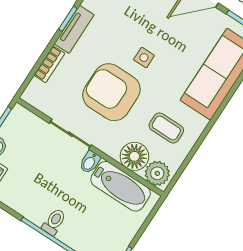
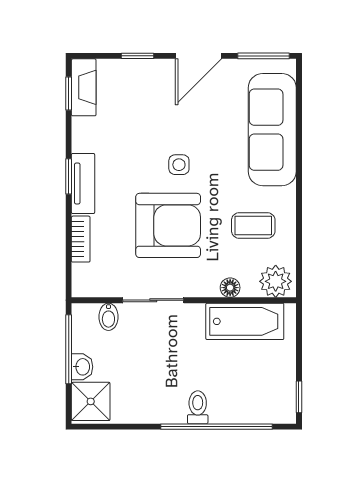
armchair: (111, 92) -> (168, 225), turned 180
floor lamp: (134, 156) -> (230, 288), width x0.53, depth x0.53
bidet: (90, 162) -> (108, 317), moved

